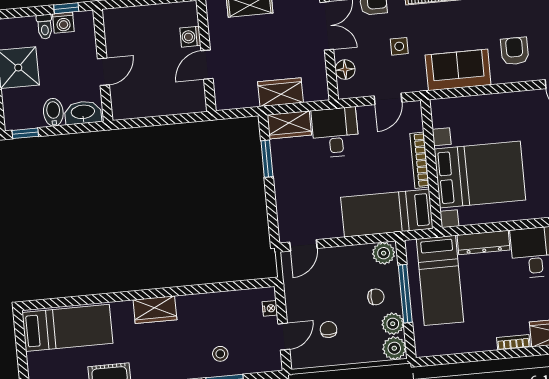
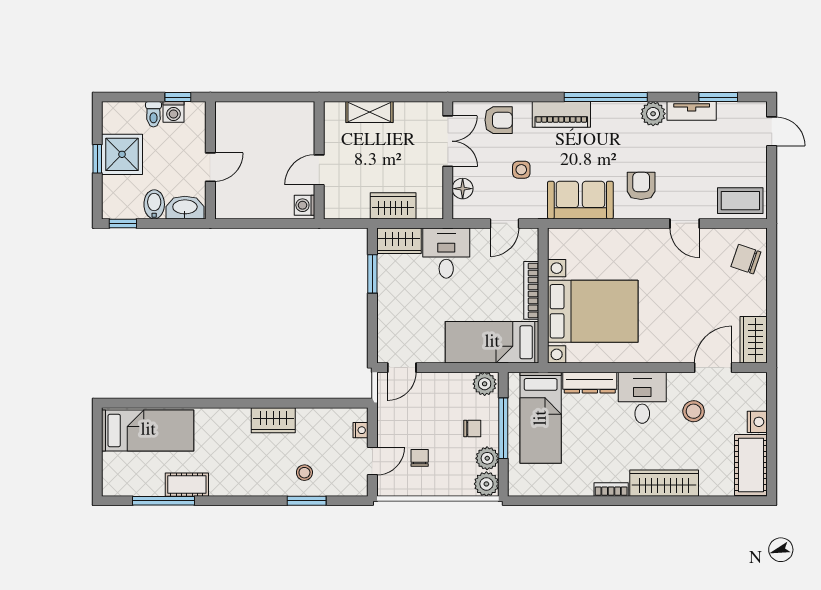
washing machine: (190, 37) -> (305, 205), moved
wardrobe: (155, 310) -> (273, 420), moved

